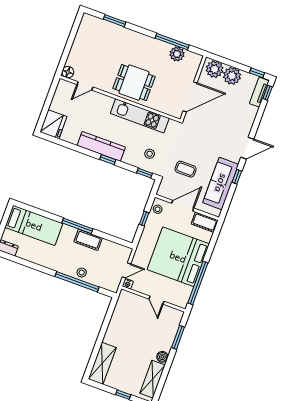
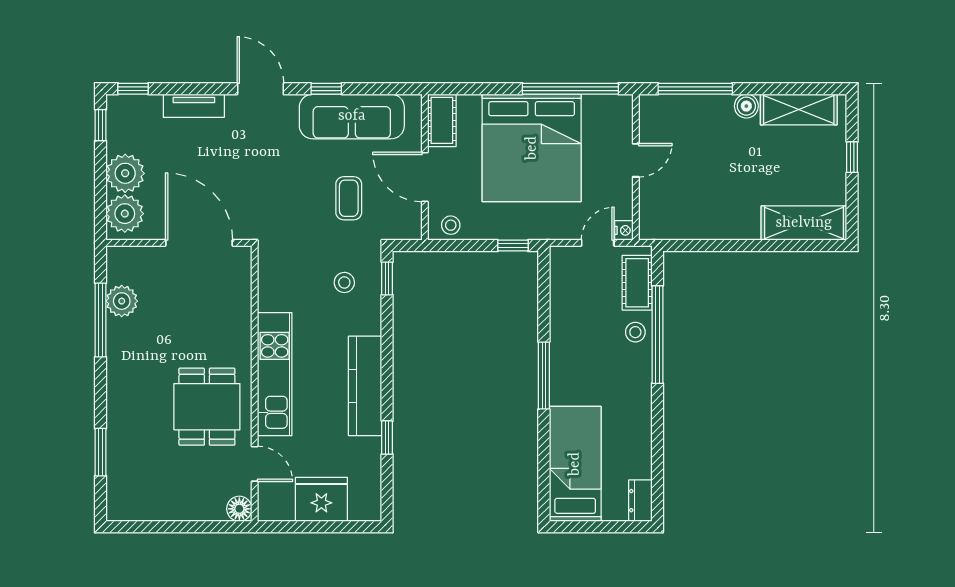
dining table: (134, 83) -> (207, 407), moved
tv unit: (259, 92) -> (194, 106), moved
kitchen unit: (140, 116) -> (275, 374), moved
fridge: (53, 124) -> (321, 499), moved
window: (108, 160) -> (387, 438), moved
window: (144, 219) -> (513, 246), moved
cot: (88, 240) -> (637, 283), moved
door: (126, 270) -> (598, 243), hinge flipped
window: (178, 337) -> (695, 89), width x1.44

